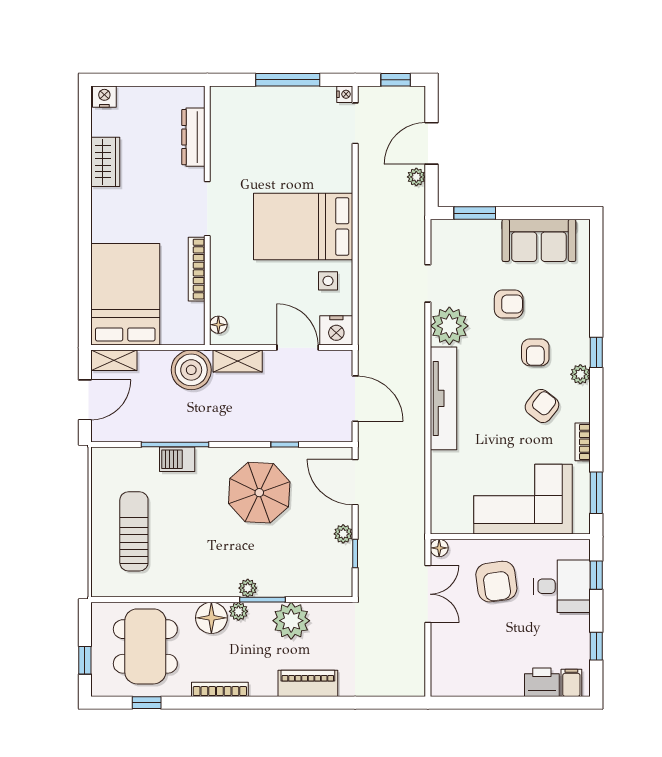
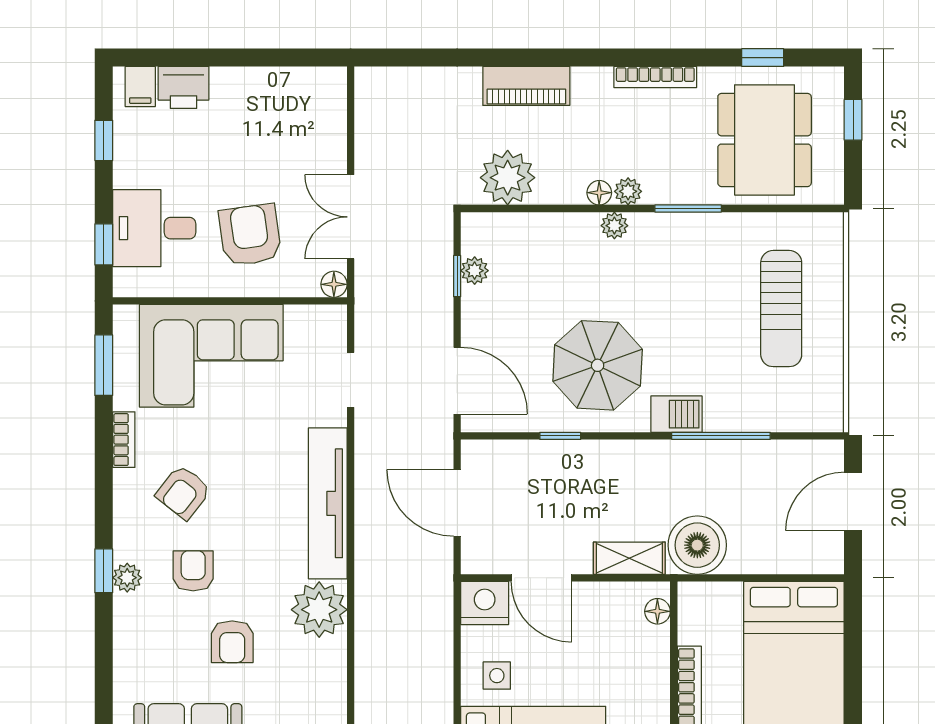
doorway: (428, 283) -> (351, 380), moved
armchair: (509, 304) -> (232, 642), turned -90
shelving: (114, 360) -> (811, 559), removed
plant: (580, 374) -> (127, 578), moved
barbecue: (177, 459) -> (676, 414), moved
plant: (343, 534) -> (475, 271), moved
window: (263, 600) -> (688, 209), moved
floor lamp: (211, 618) -> (599, 193), moved, width x0.53, depth x0.53
plant: (291, 621) -> (508, 178), moved

